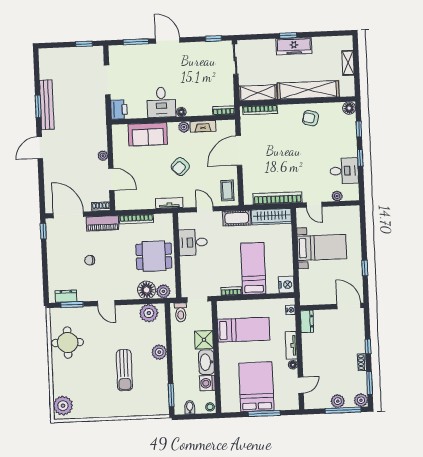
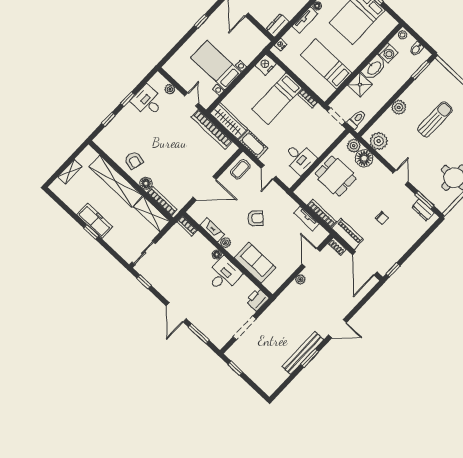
floor lamp: (349, 108) -> (146, 183), moved
tv unit: (169, 203) -> (306, 219), moved

